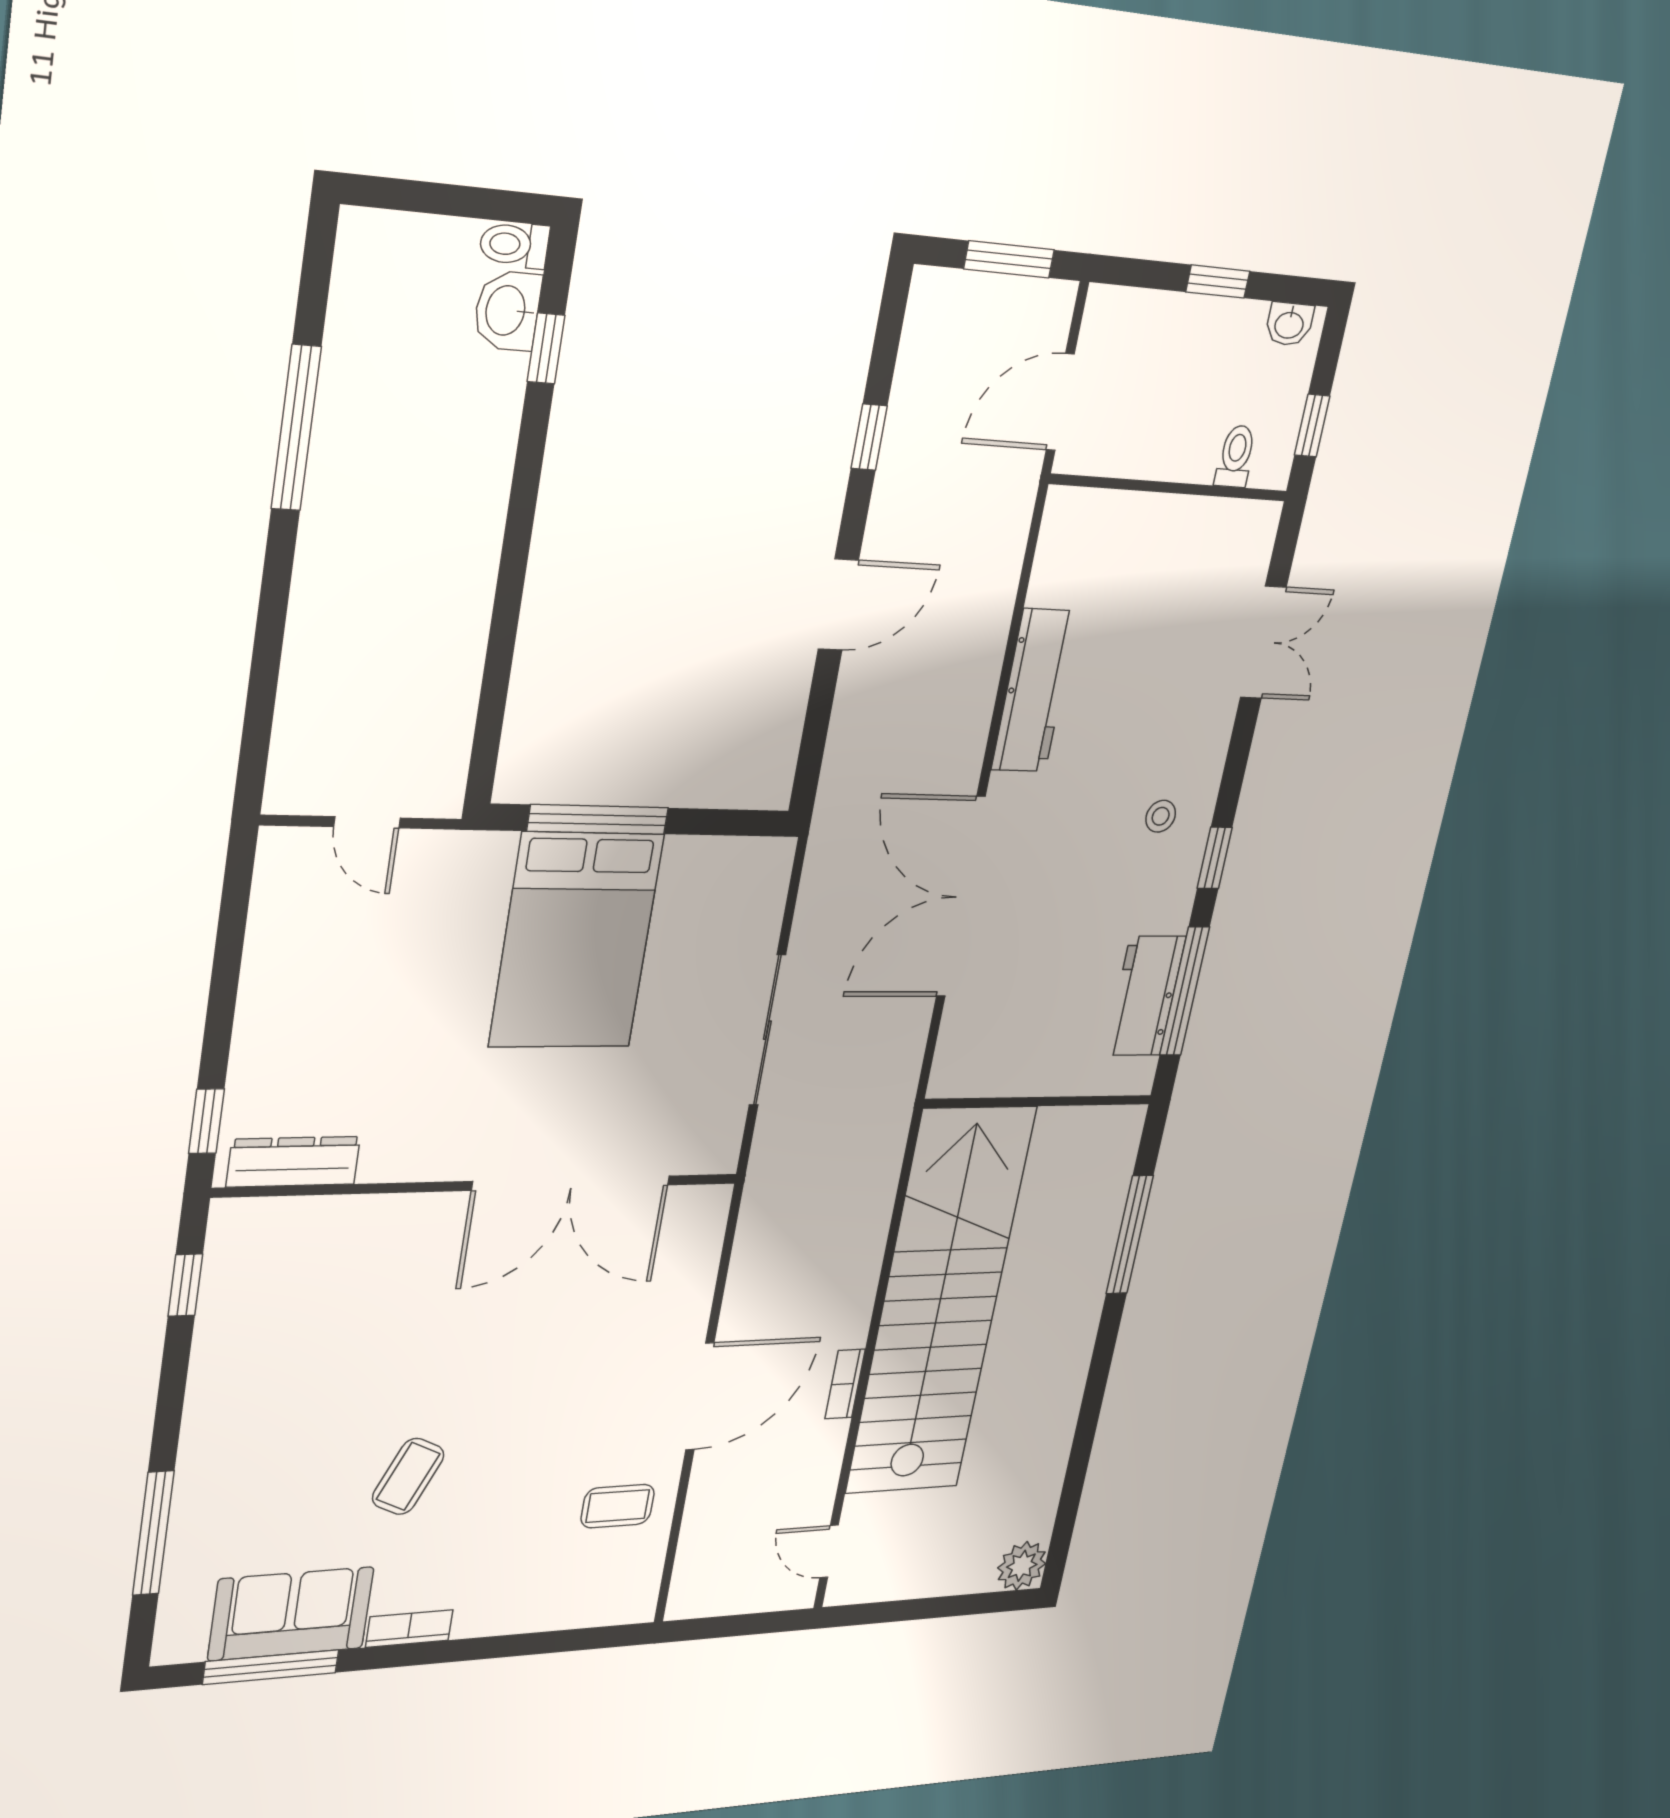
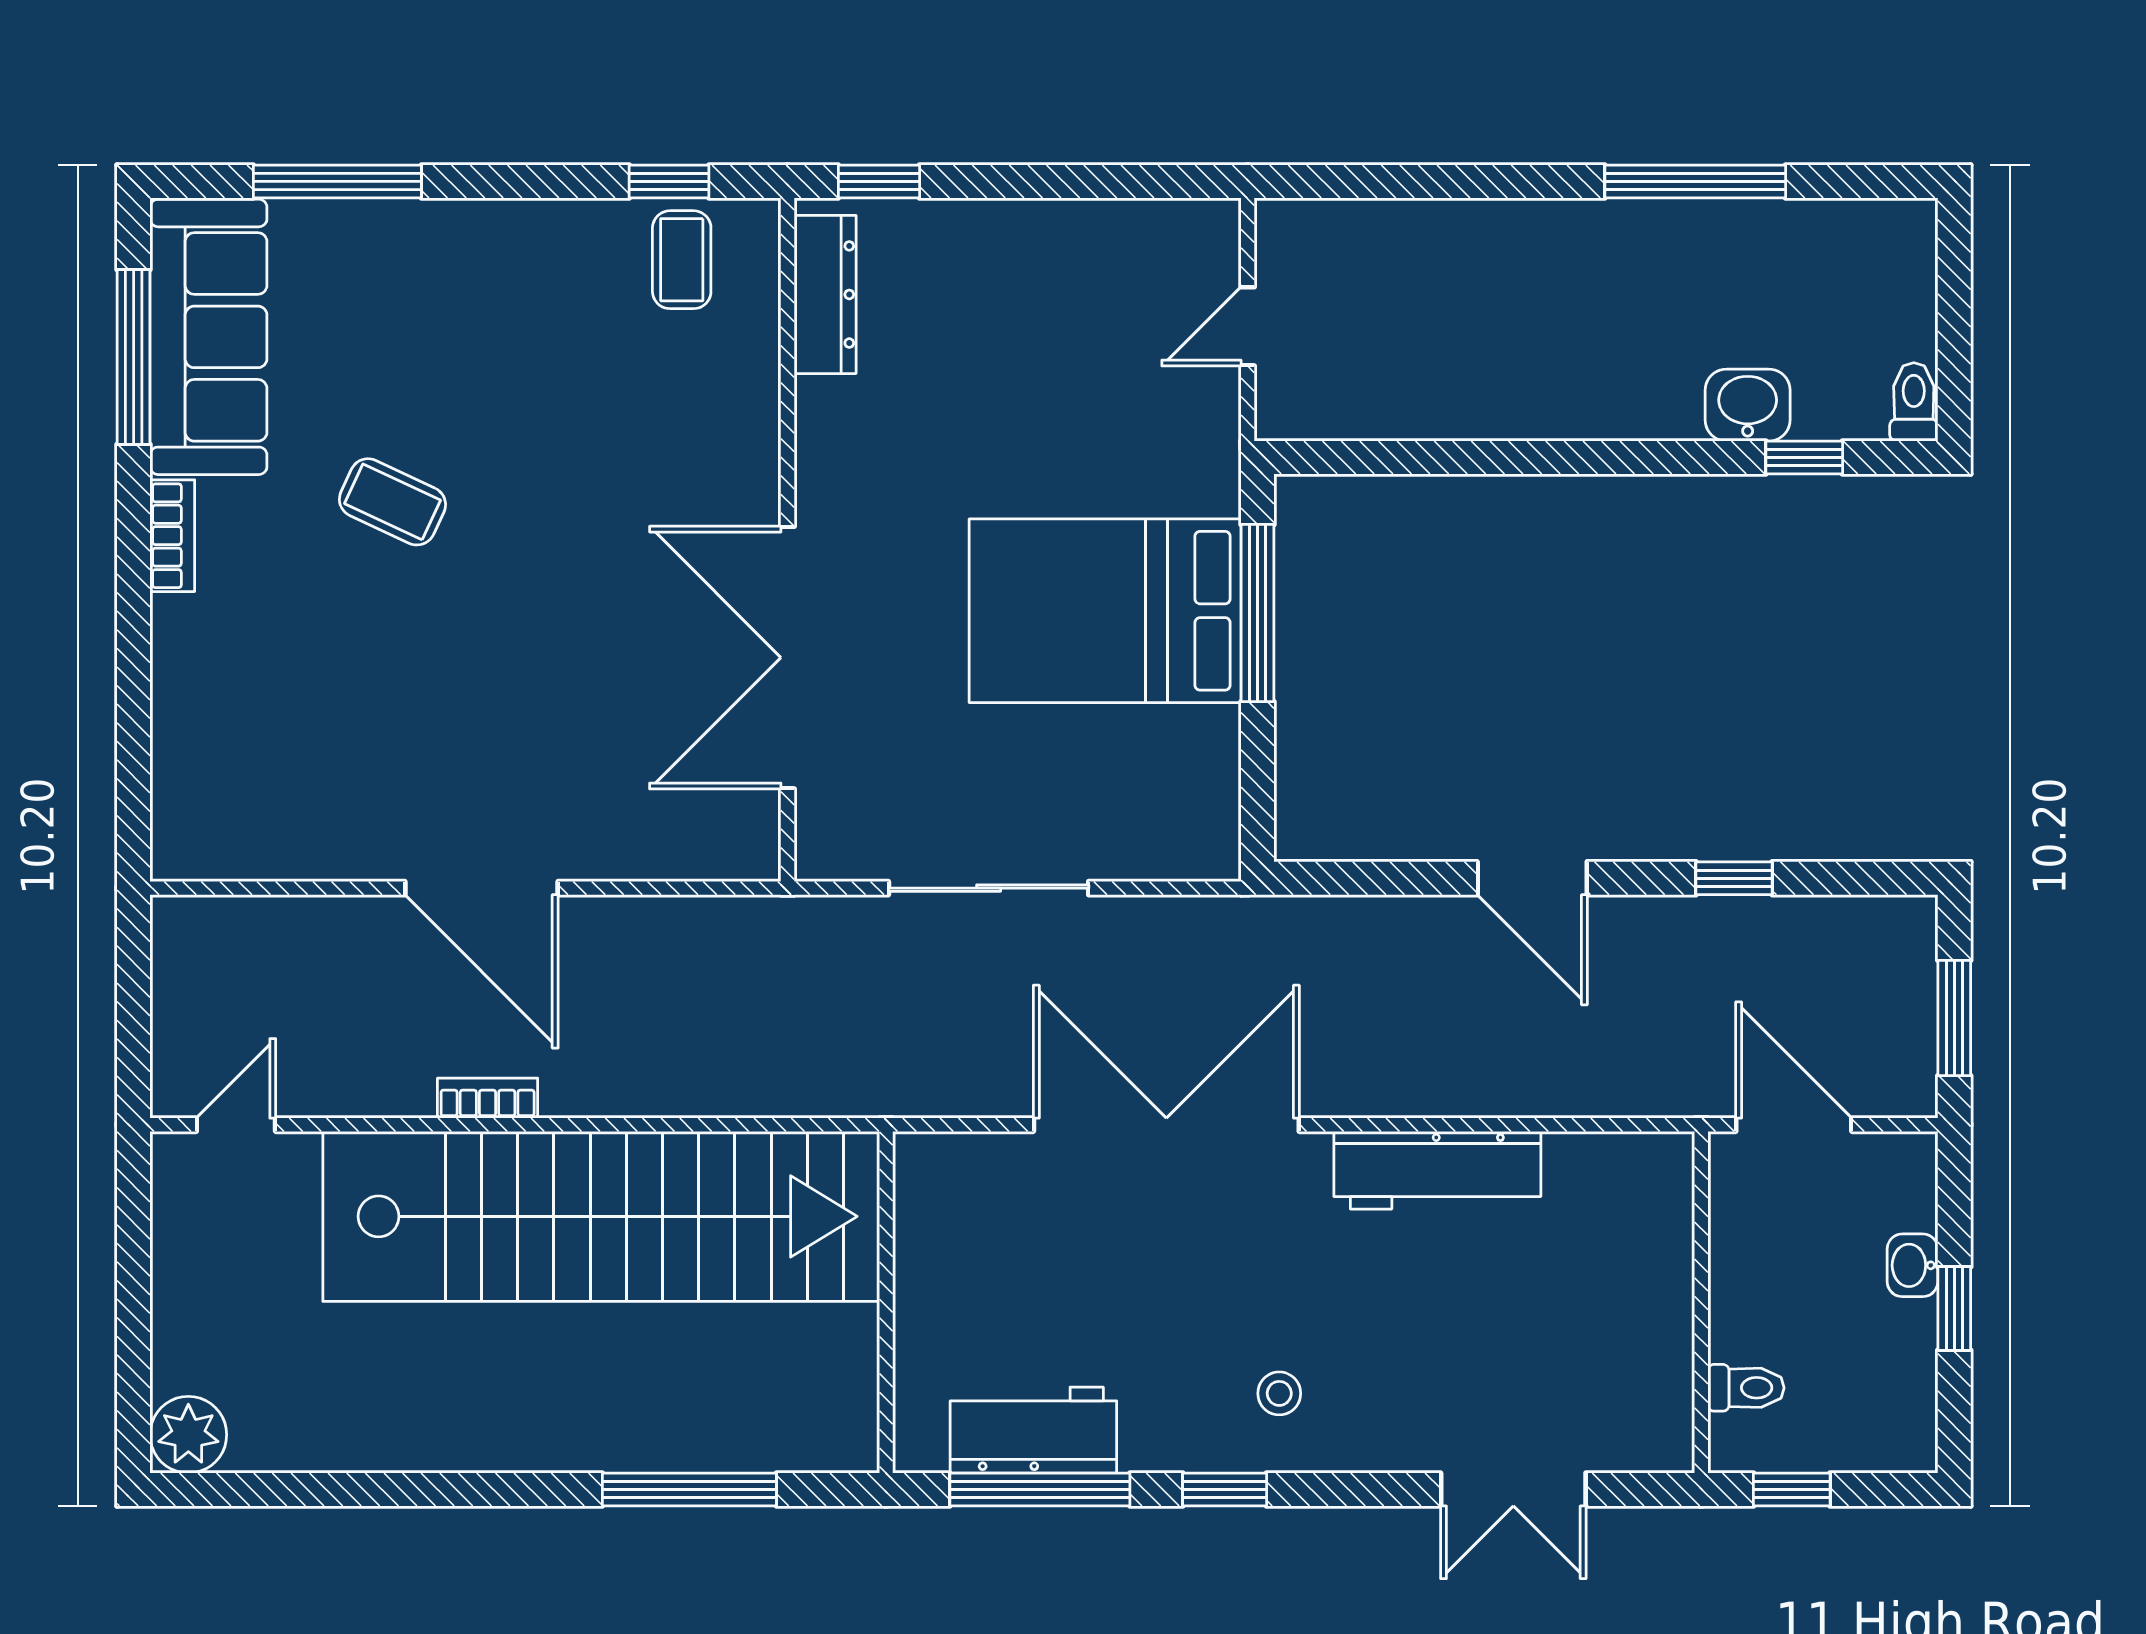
washbasin: (507, 311) -> (1748, 405), moved
washbasin: (1289, 324) -> (1912, 1265), moved
coffee table: (618, 1506) -> (682, 260), moved
sofa: (291, 1614) -> (208, 337), width x1.36

